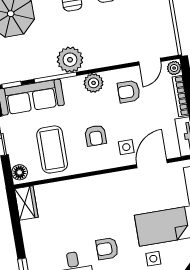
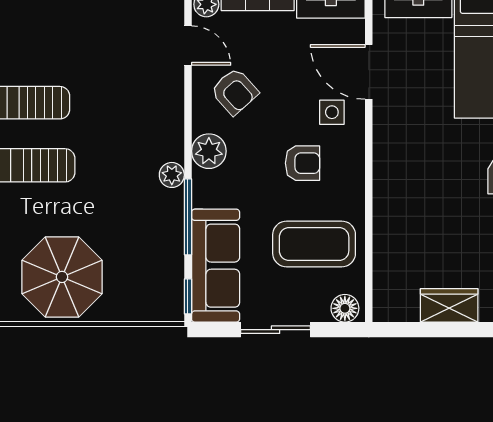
plant: (70, 60) -> (172, 175), width x0.53, depth x0.53
armchair: (129, 92) -> (235, 91), turned -42
wardrobe: (26, 203) -> (449, 305), moved

